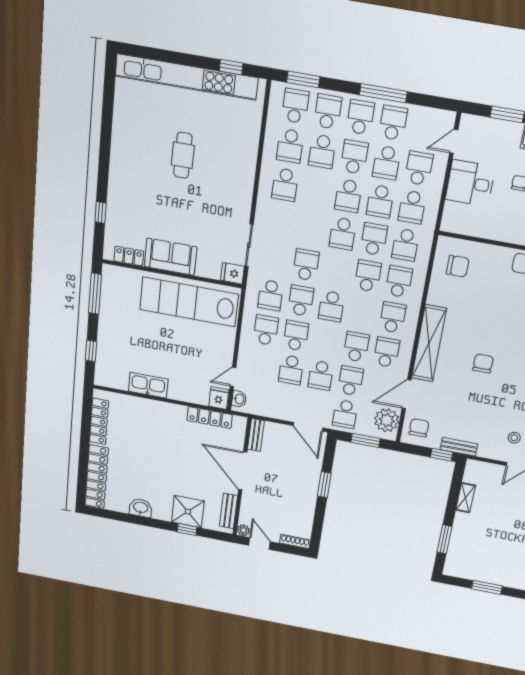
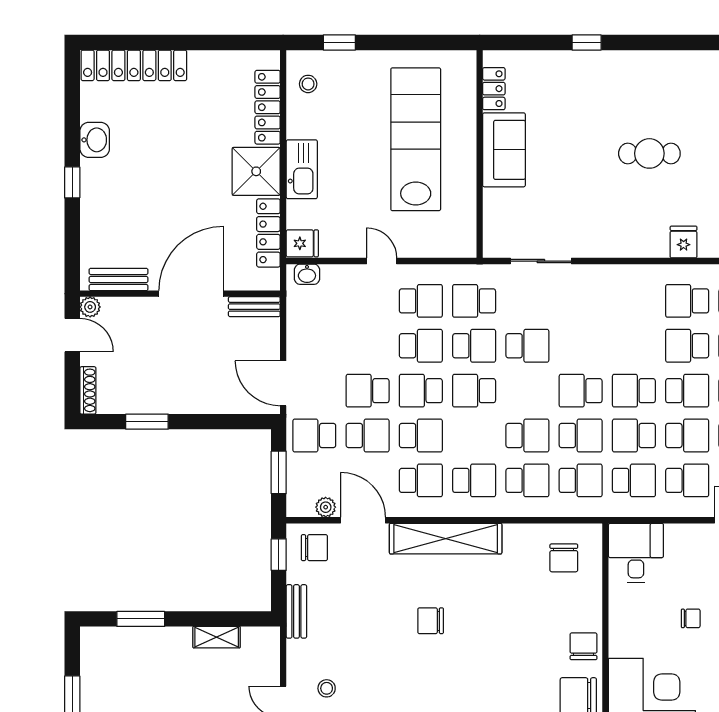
school desk: (387, 163) -> (687, 436), turned 180
desk: (470, 183) -> (636, 553), moved
school desk: (285, 185) -> (634, 301), removed
school desk: (412, 207) -> (634, 480), turned 180
window: (101, 212) -> (587, 43), moved
school desk: (405, 245) -> (581, 480), turned 180
fridge: (232, 273) -> (684, 242), moved
window: (95, 294) -> (429, 43), removed
lab bench: (189, 302) -> (416, 139), moved
chair: (483, 363) -> (431, 621), turned 180
school desk: (291, 370) -> (421, 391), moved
stool: (116, 375) -> (308, 84), added
door: (233, 377) -> (382, 261), moved
kitchen sink: (148, 385) -> (302, 169), moved
plant: (387, 420) -> (326, 507), width x0.53, depth x0.53
locker: (99, 421) -> (268, 107), moved, turned 90
door: (308, 427) -> (283, 383), hinge flipped
window: (442, 455) -> (279, 555), moved
window: (324, 485) -> (147, 422), moved
shower: (188, 512) -> (256, 171), moved
window: (187, 529) -> (72, 182), moved
door: (259, 543) -> (72, 335), hinge flipped

